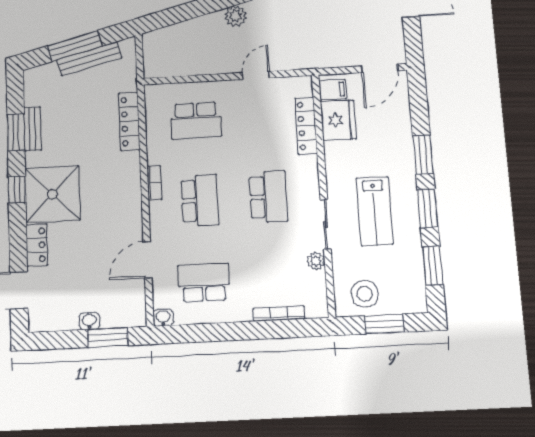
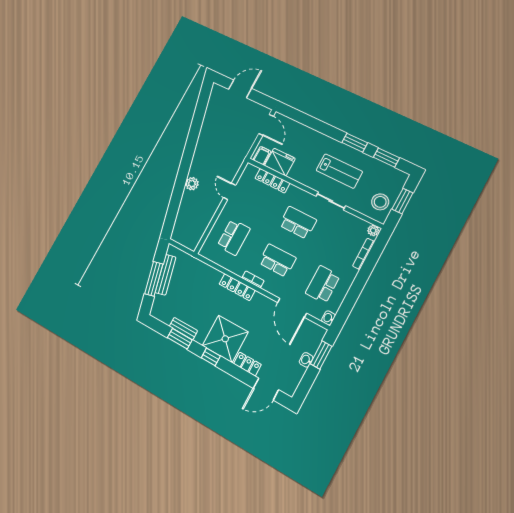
locker: (129, 121) -> (237, 287), moved
window: (423, 155) -> (325, 129), removed
door: (147, 260) -> (292, 308), width x1.36
plant: (316, 261) -> (373, 231), moved

